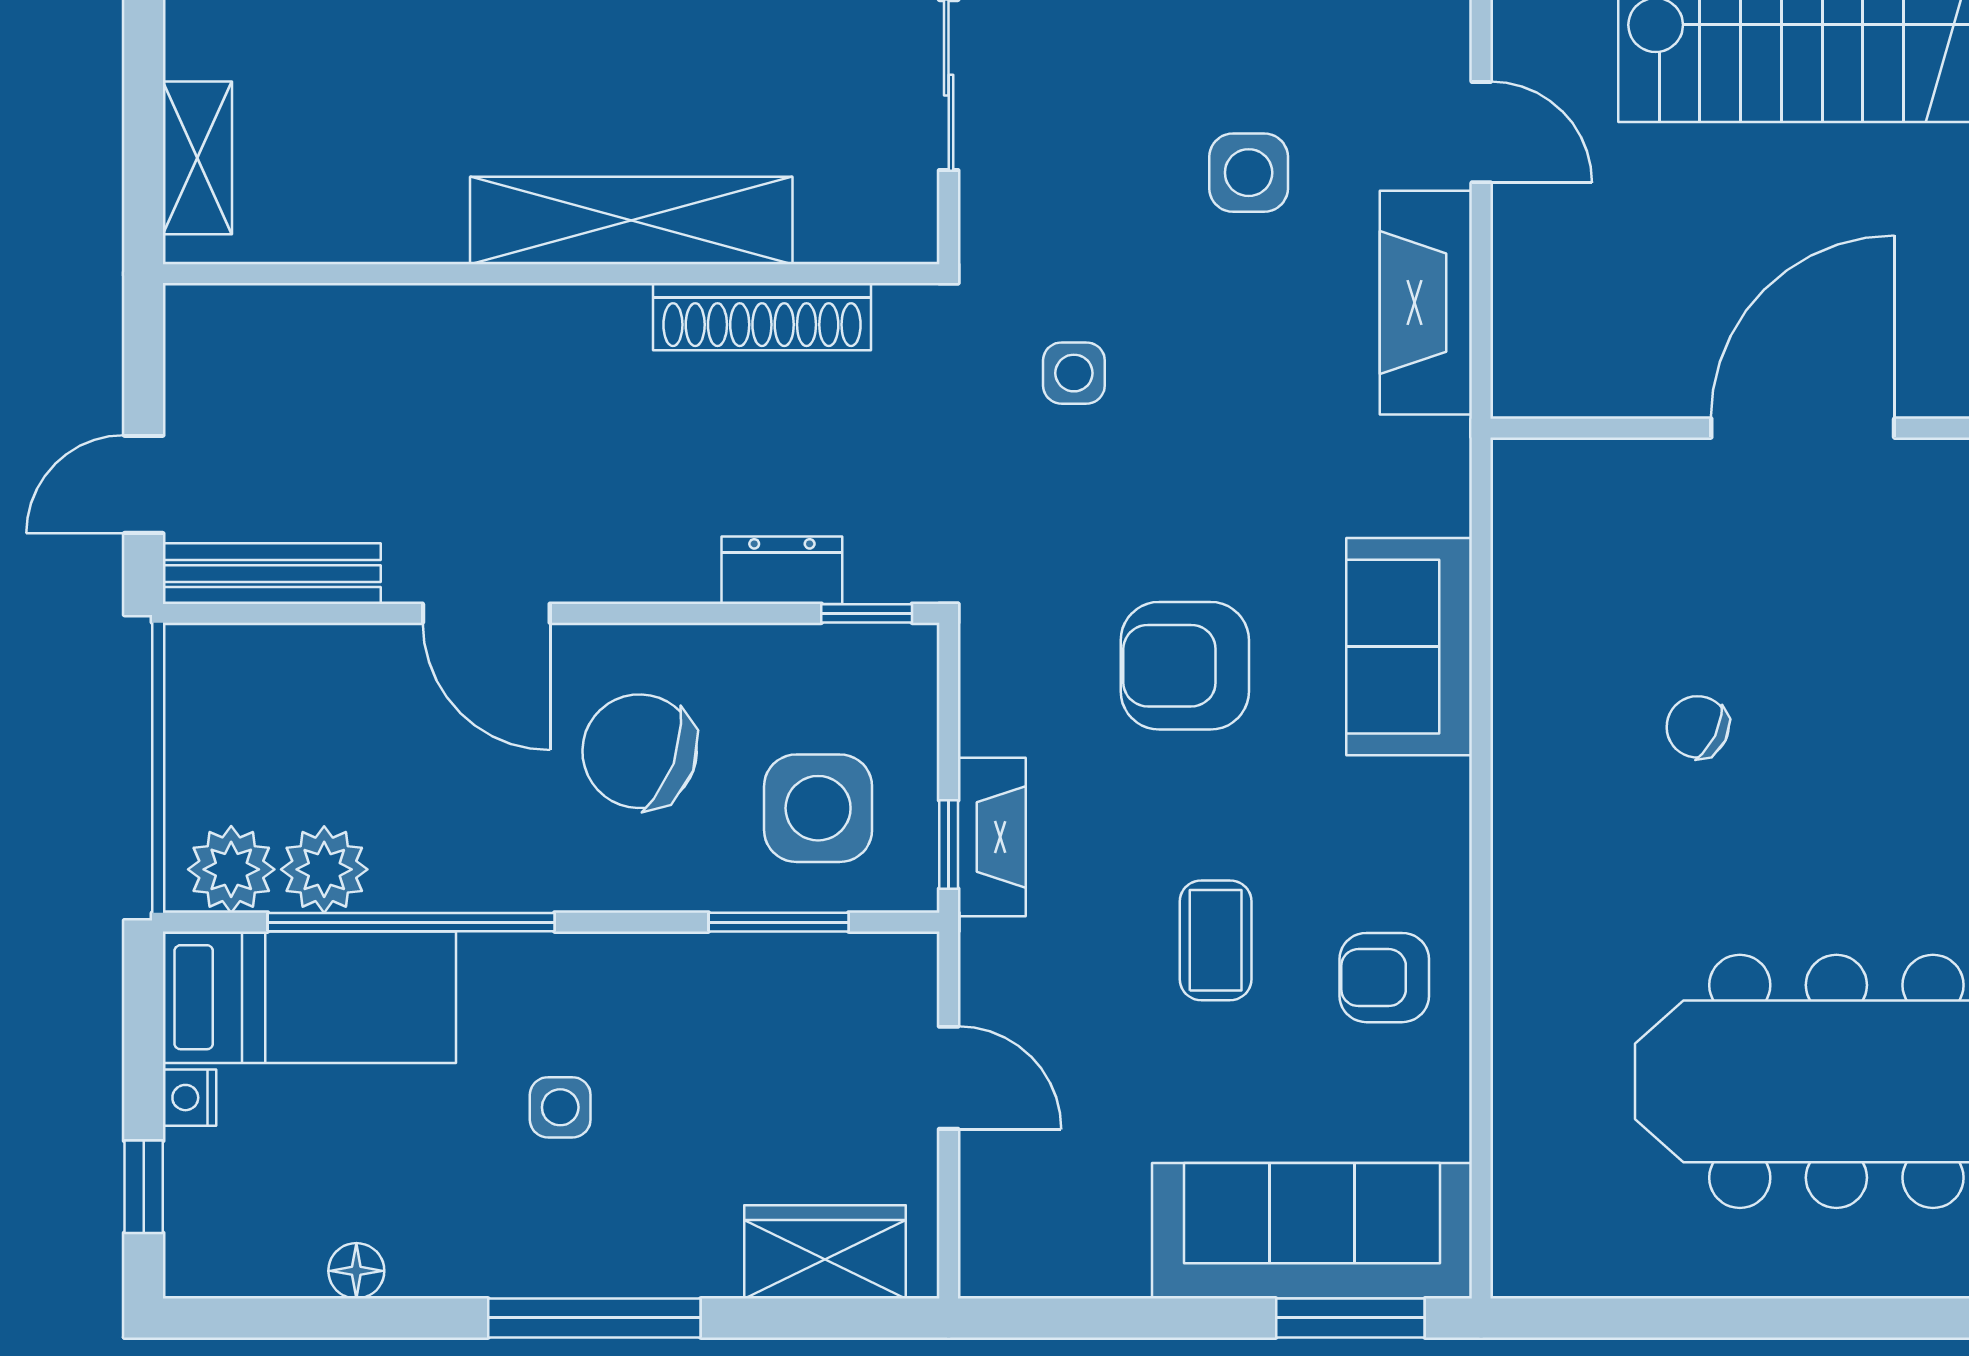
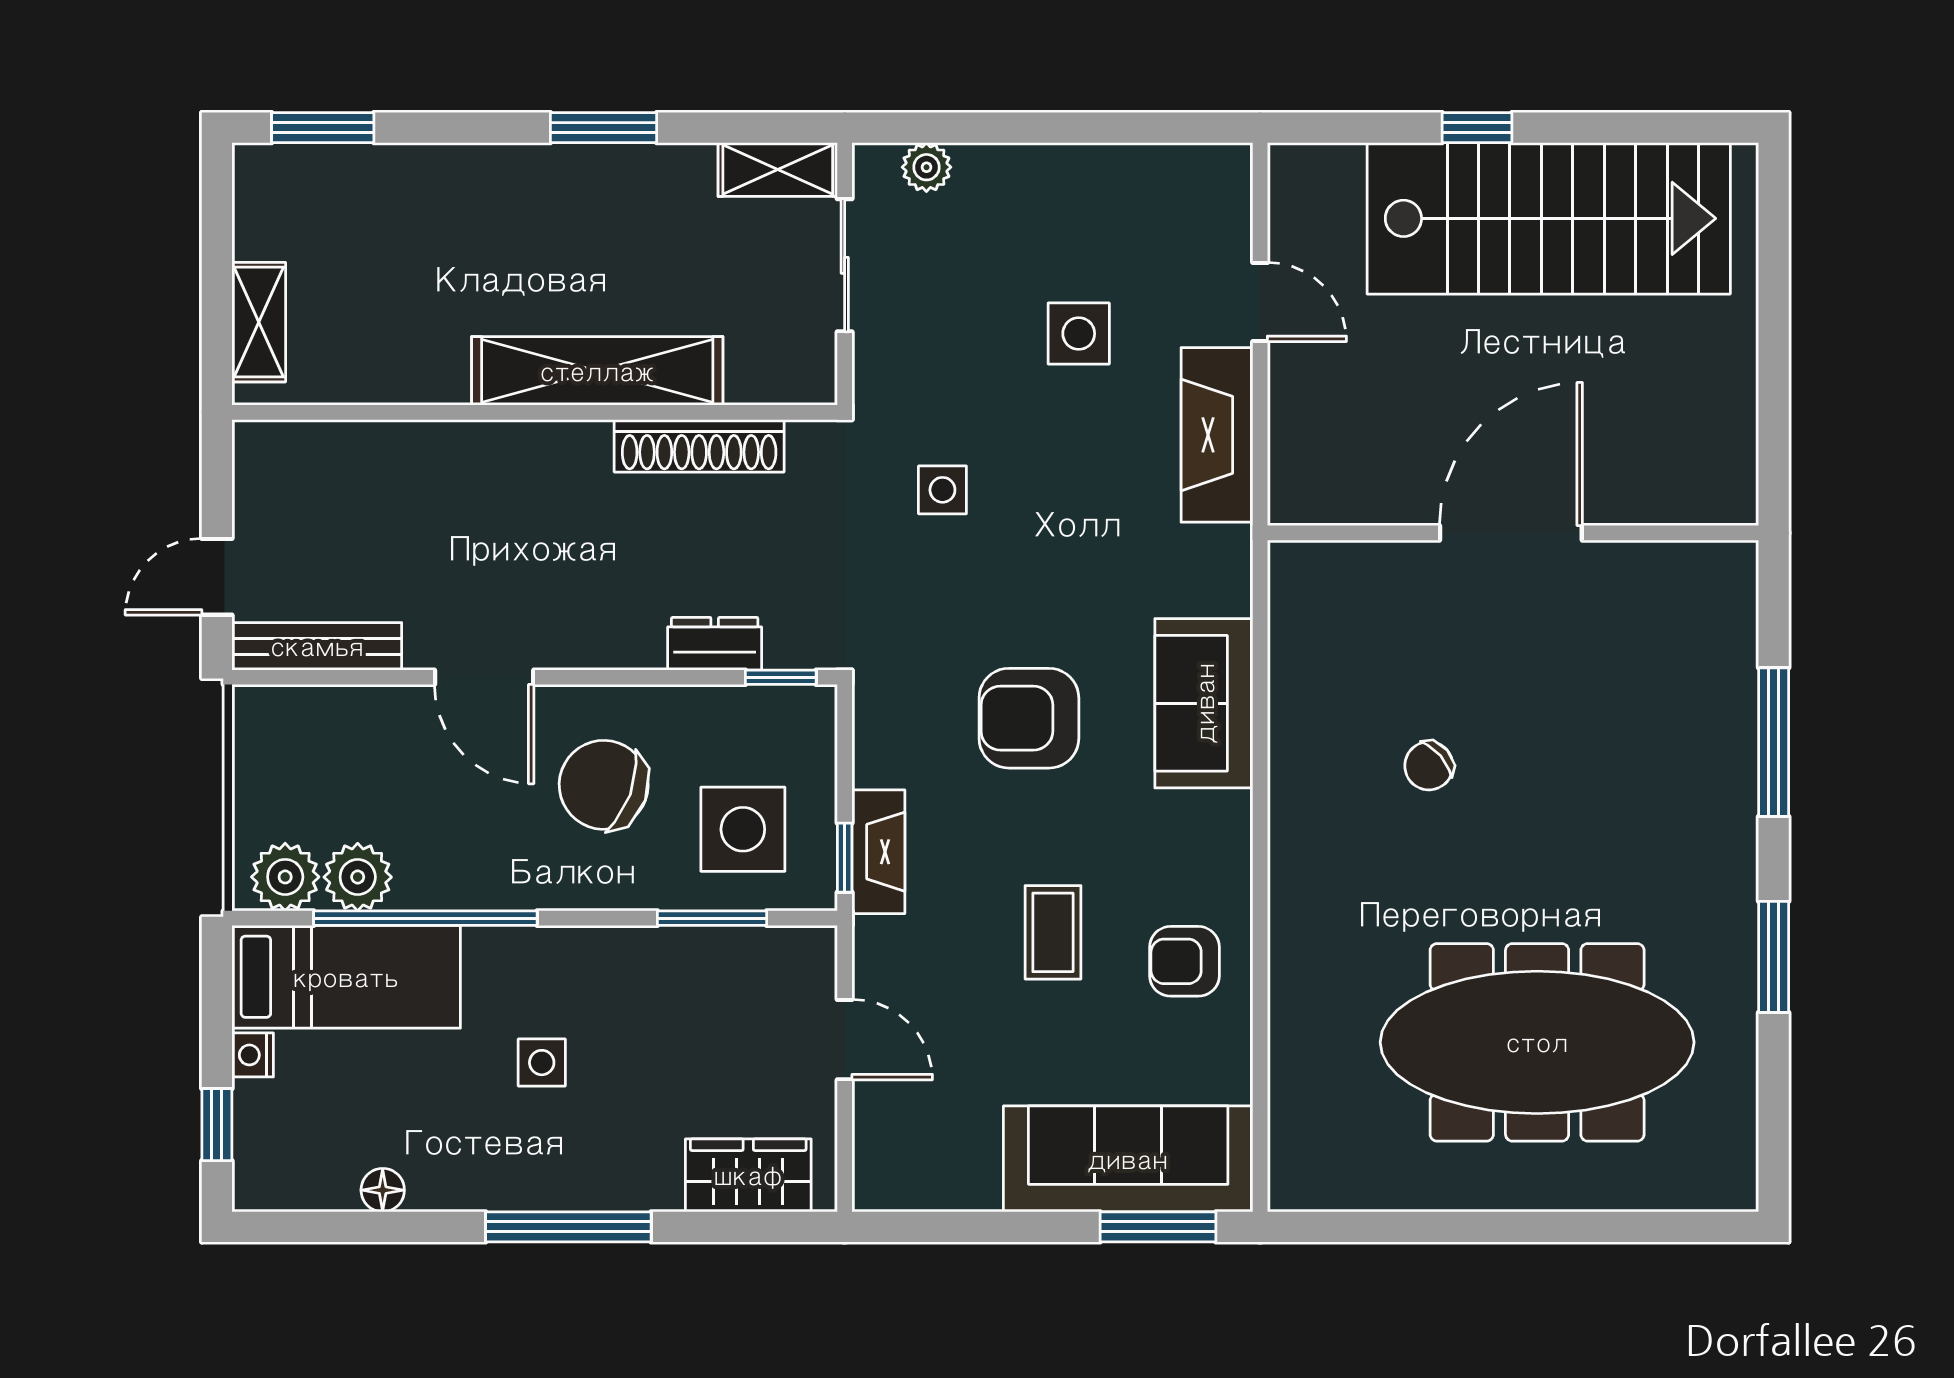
chair: (1698, 727) -> (1429, 766), turned -67

